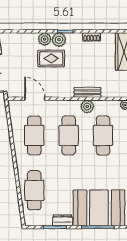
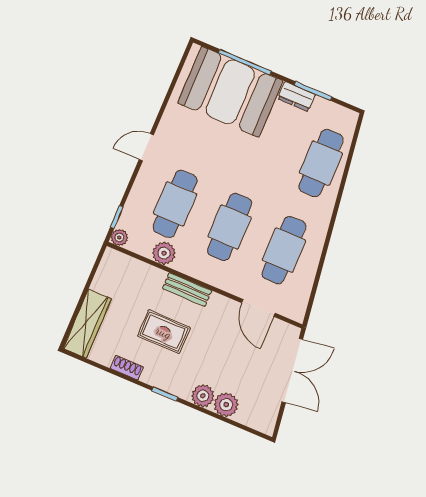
plant: (59, 40) -> (226, 405), moved
rug: (51, 58) -> (164, 332), moved
bench: (87, 92) -> (187, 290), moved
plant: (87, 107) -> (164, 253), moved

